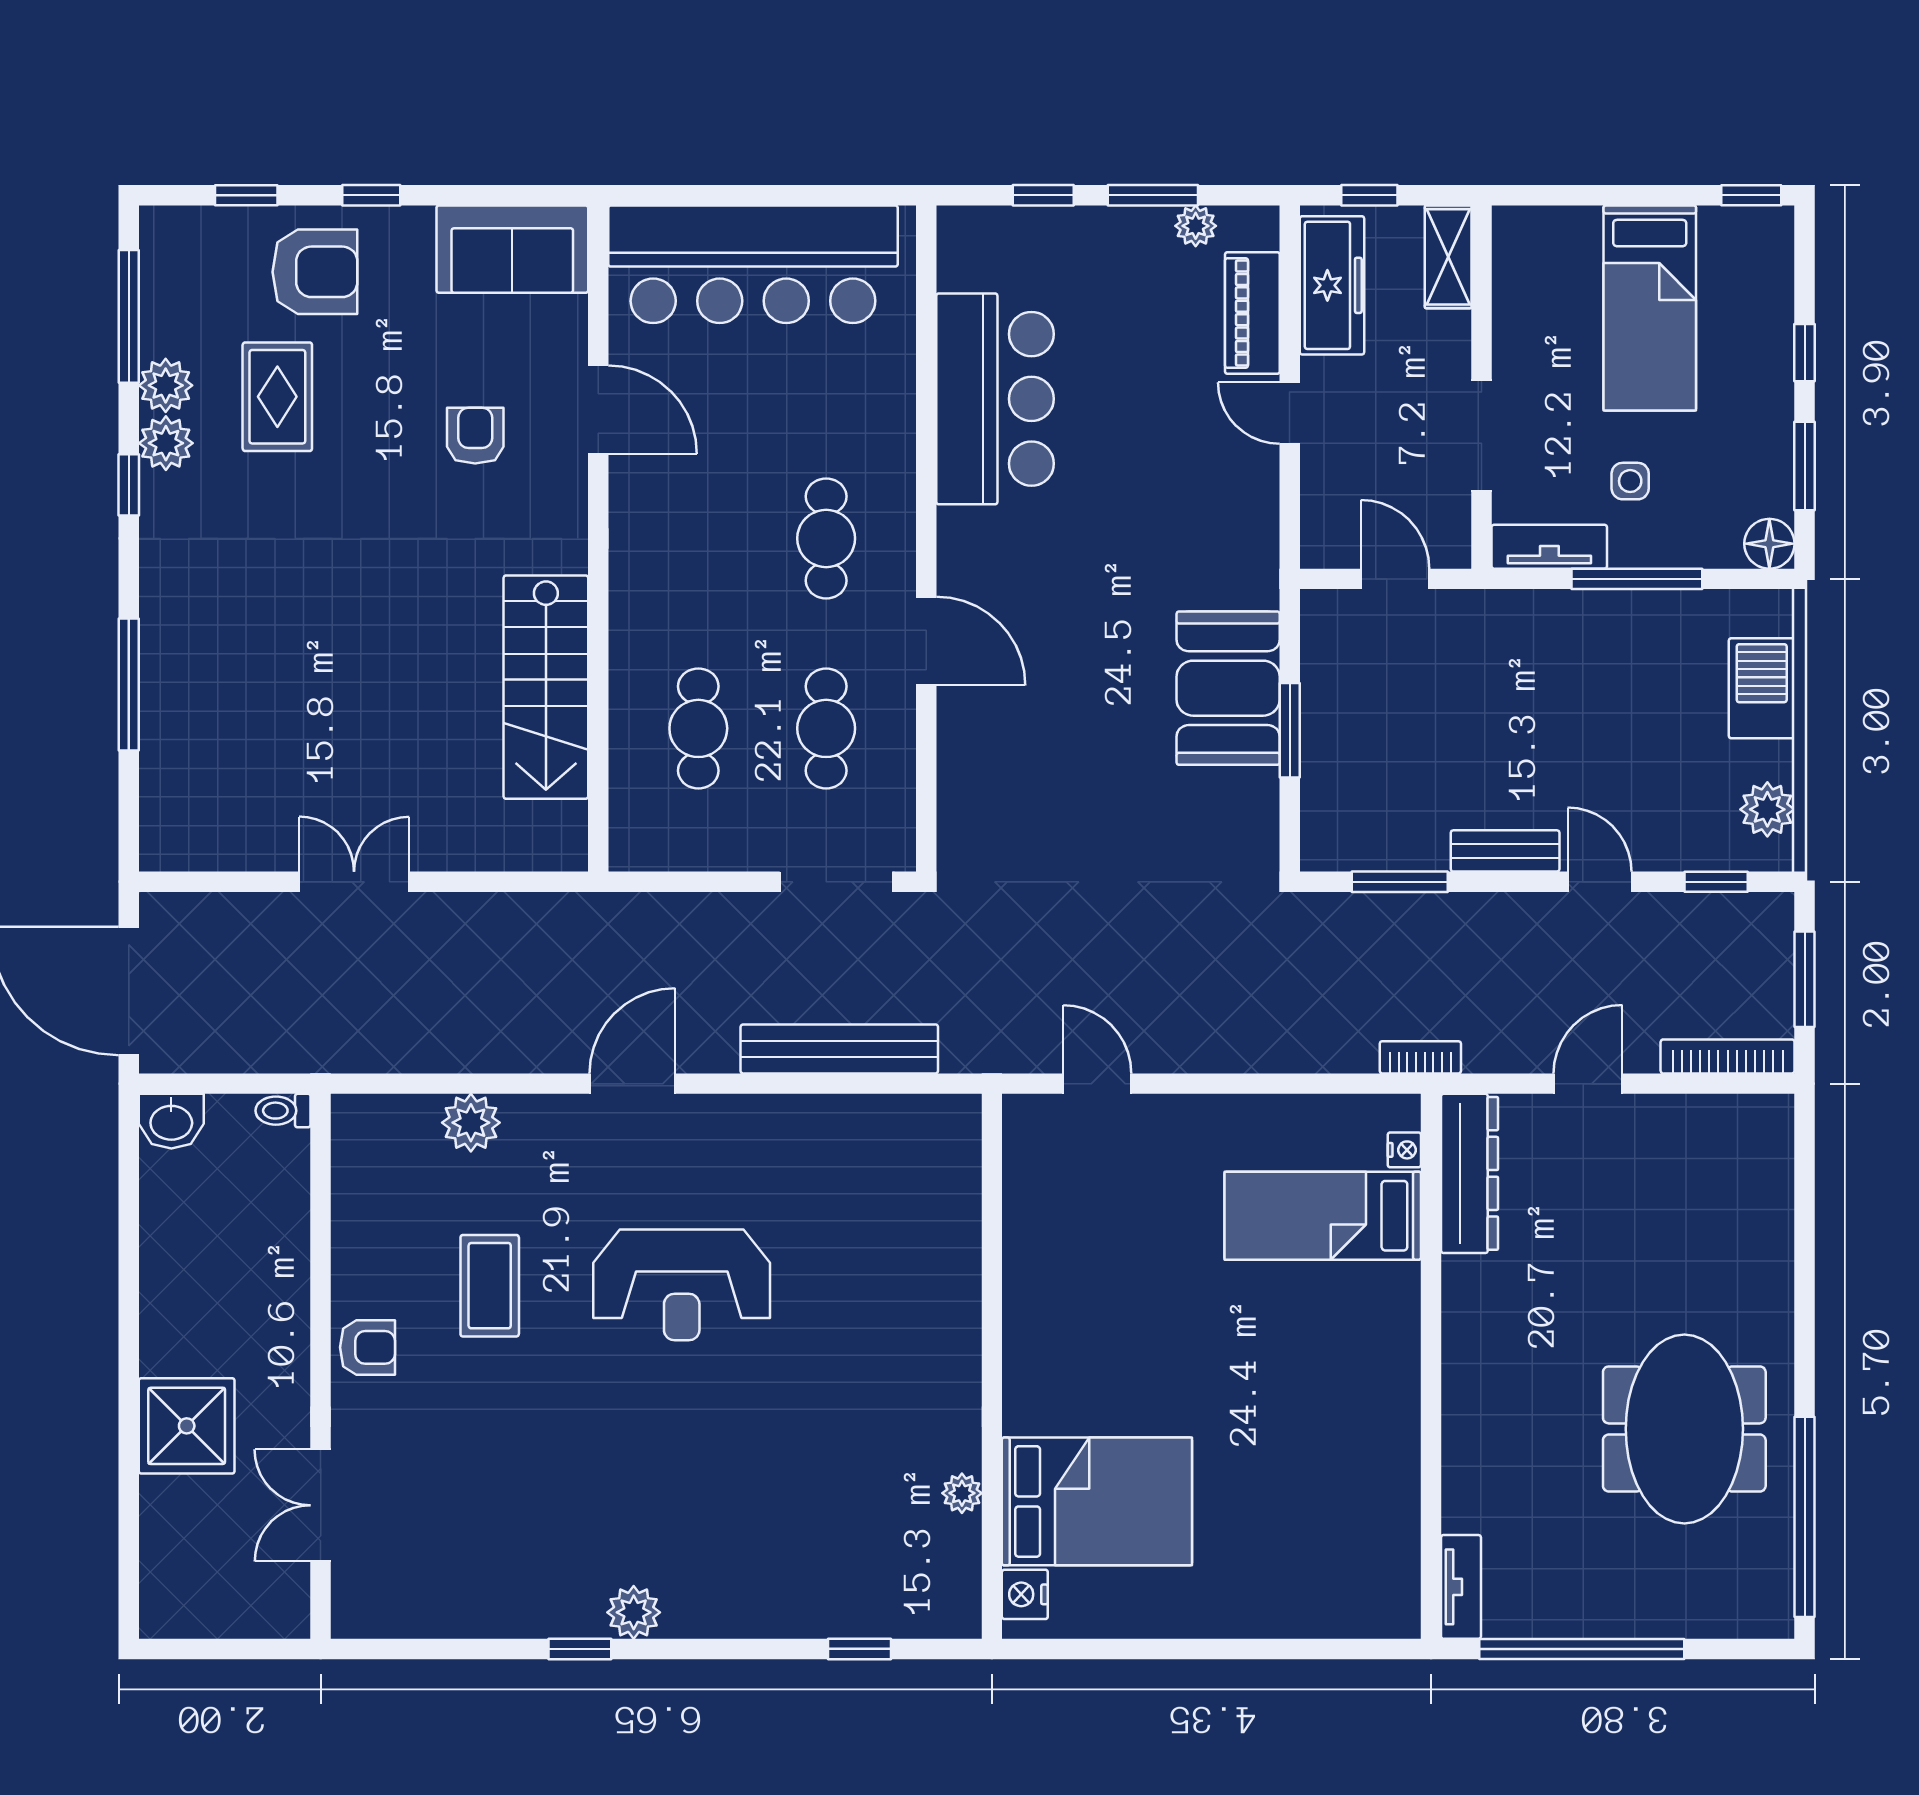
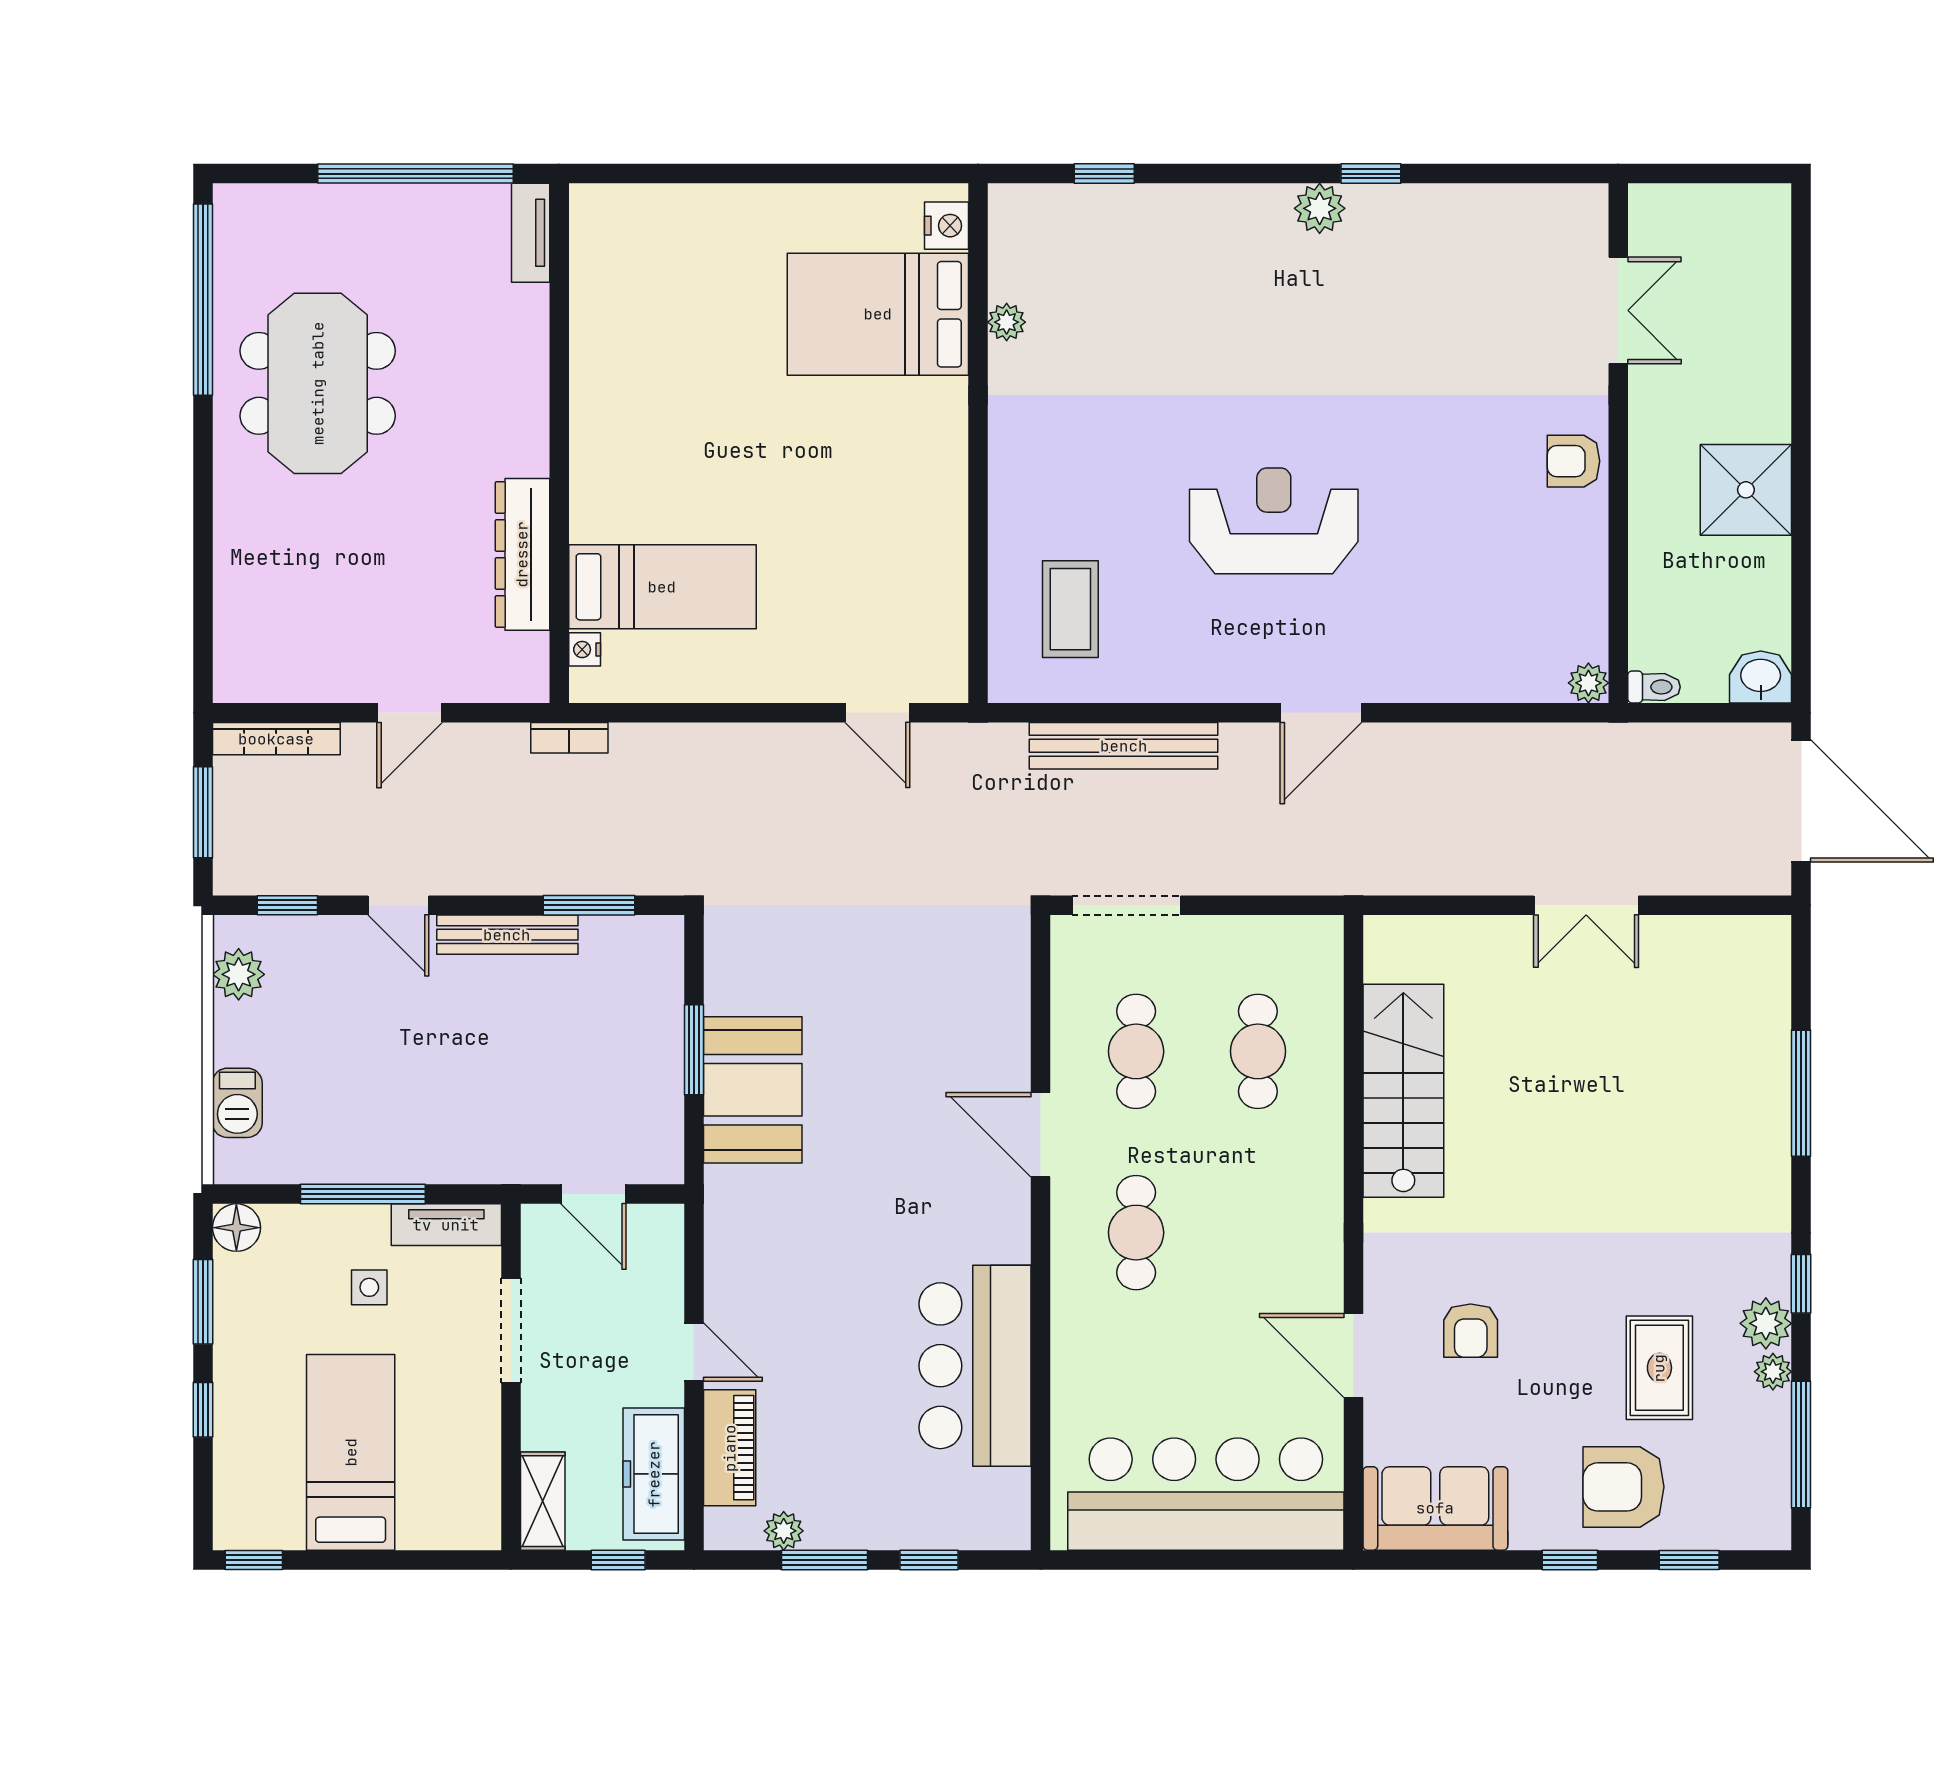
plant: (166, 385) -> (1773, 1372), width x0.73, depth x0.73
barbecue: (1762, 688) -> (237, 1103), width x0.73, depth x0.79
bench: (1505, 851) -> (507, 935), width x1.36
plant: (471, 1123) -> (1588, 683), moved, width x0.73, depth x0.73
dresser: (1470, 1173) -> (522, 554), moved
coffee table: (490, 1286) -> (1070, 609), moved
shower: (187, 1426) -> (1746, 490), moved

